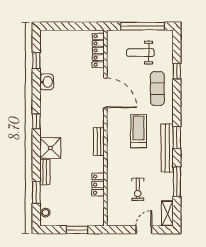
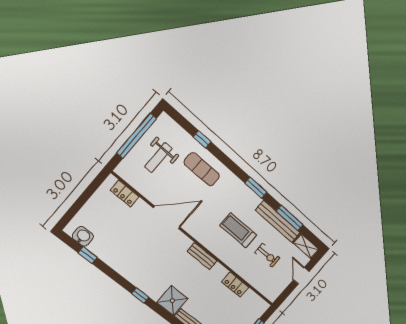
locker: (98, 51) -> (125, 194), width x0.66
washbasin: (47, 82) -> (83, 236), moved
treadmill: (139, 131) -> (238, 230), moved
bench: (167, 148) -> (278, 222), moved

